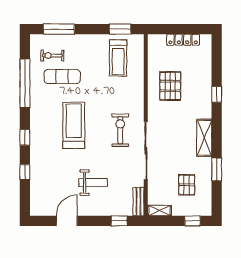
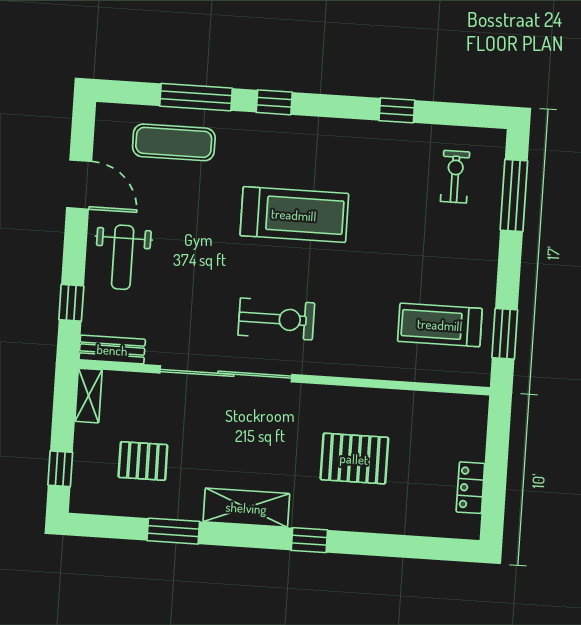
locker: (183, 40) -> (470, 488), width x0.66
exercise mat: (62, 77) -> (174, 142), moved, turned 90
window: (25, 83) -> (397, 110), width x0.32
pallet: (170, 86) -> (354, 459), moved
window: (217, 94) -> (309, 540), moved
window: (25, 172) -> (196, 97), width x2.17
weight bench: (93, 183) -> (123, 257), moved

